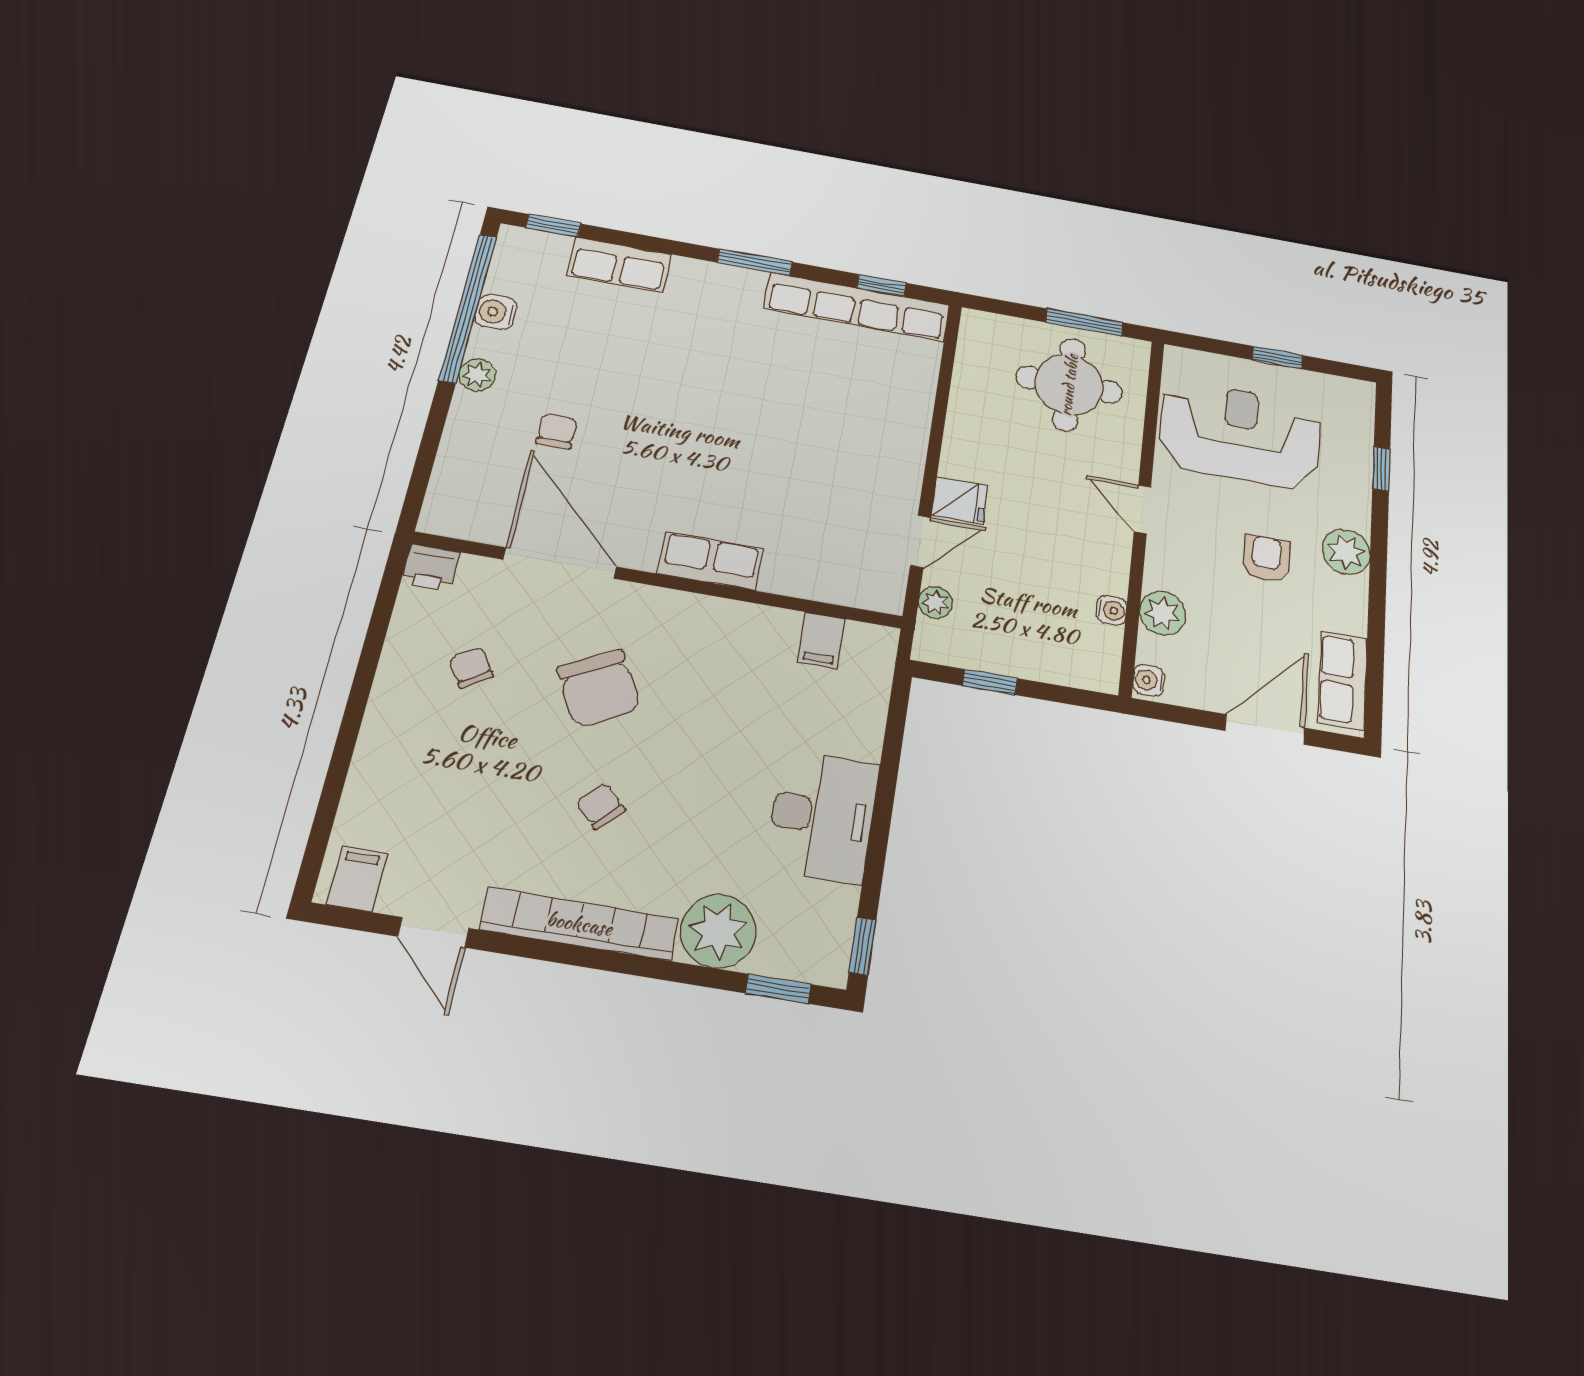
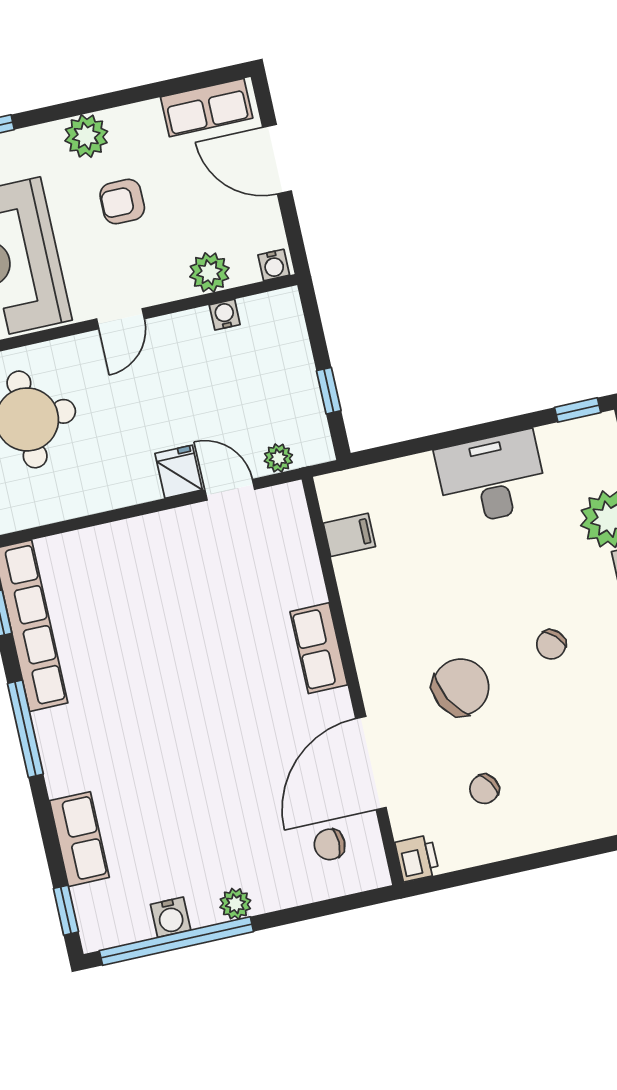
window: (755, 262) -> (25, 729), width x1.44
chair: (556, 431) -> (330, 844), moved

